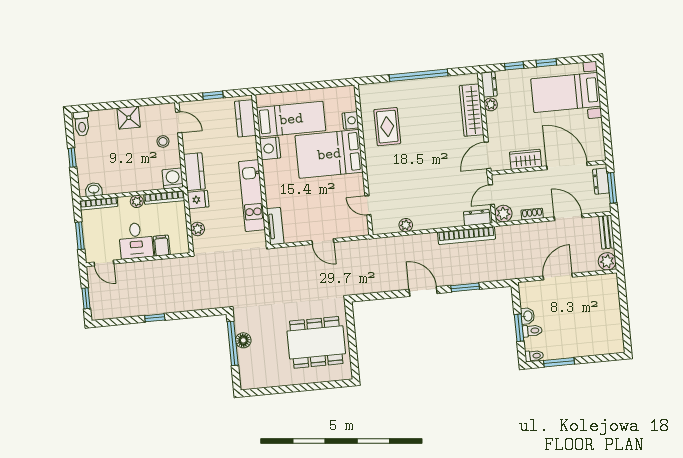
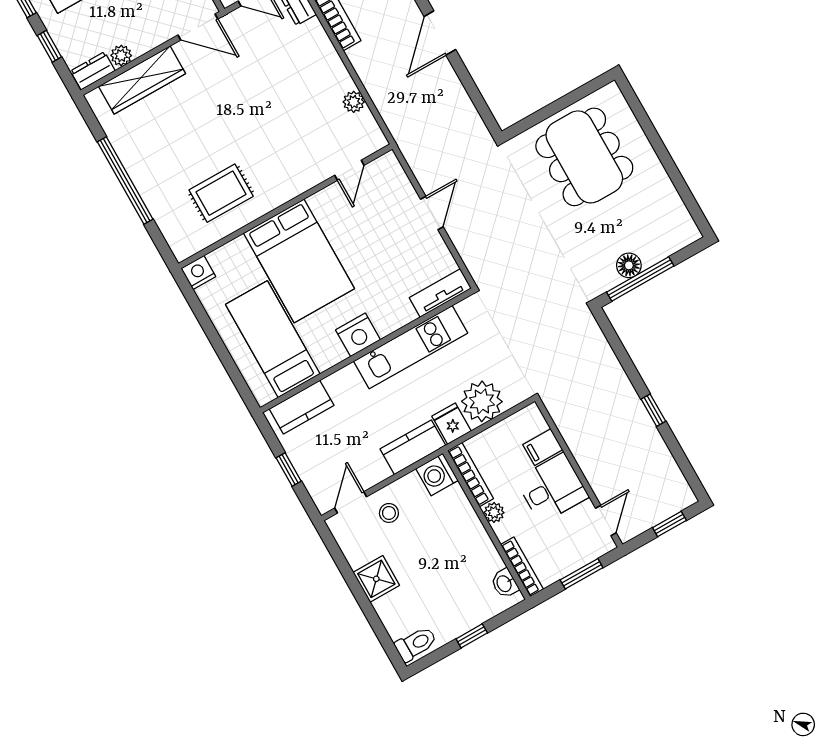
nightstand: (350, 120) -> (198, 273), moved
nightstand: (270, 148) -> (358, 335), moved
plant: (198, 229) -> (482, 401), width x1.88, depth x1.88

